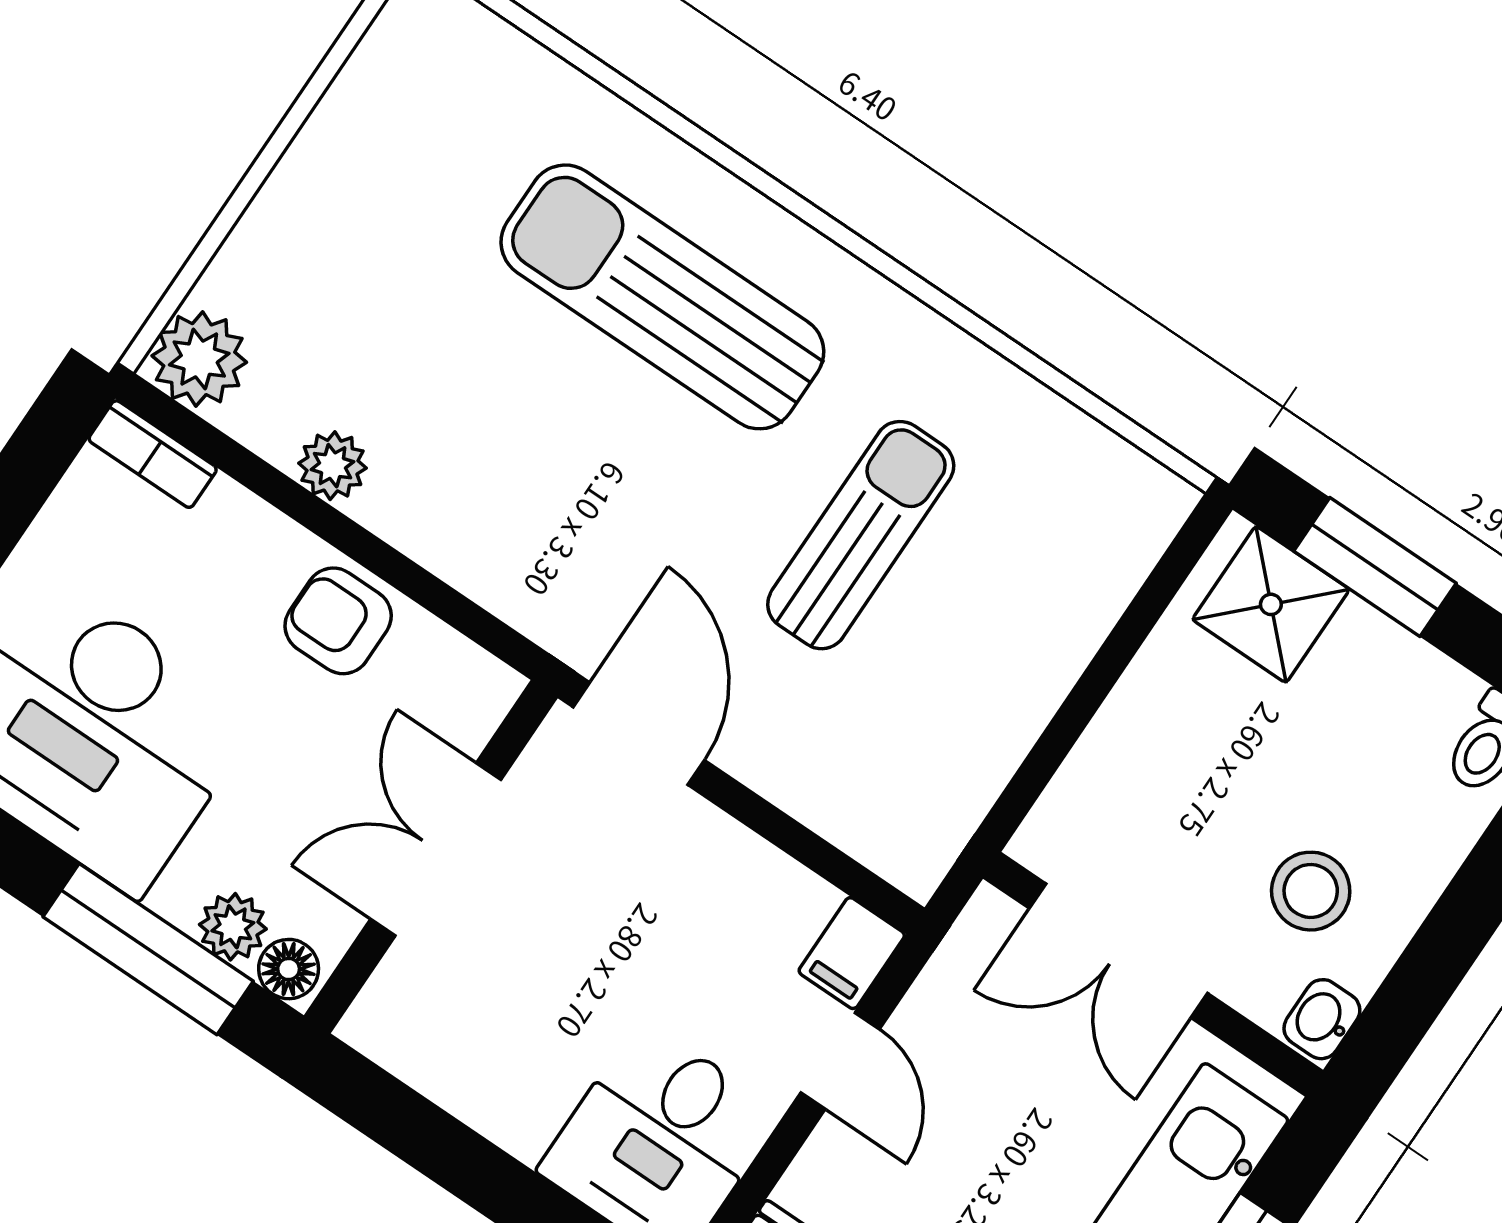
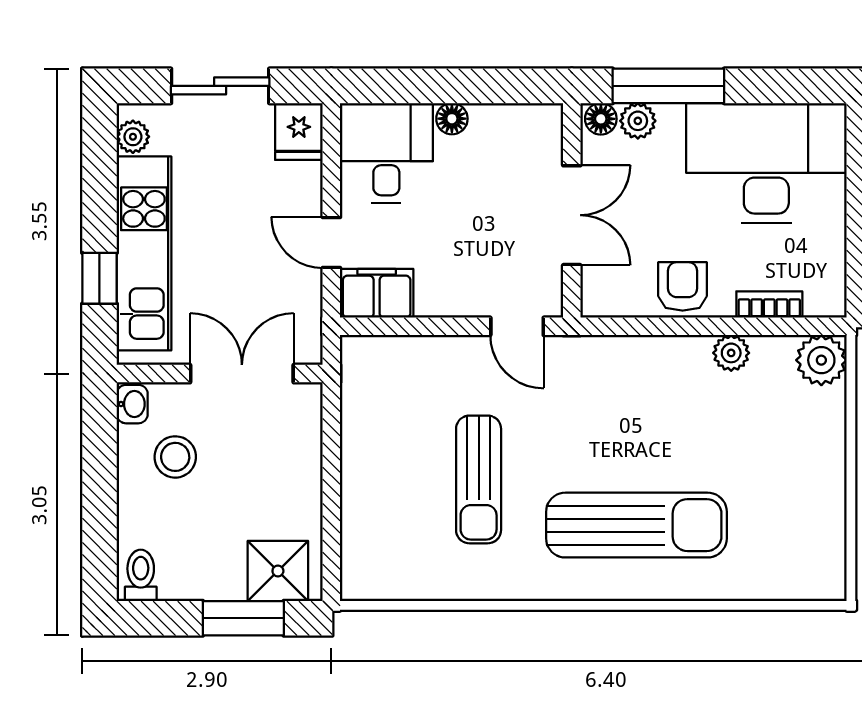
bookcase: (153, 454) -> (769, 305), moved
armchair: (338, 621) -> (683, 286), turned -90
door: (639, 734) -> (517, 326), width x0.73
filing cabinet: (852, 953) -> (377, 293), width x2.00
floor lamp: (521, 1127) -> (452, 119), added

